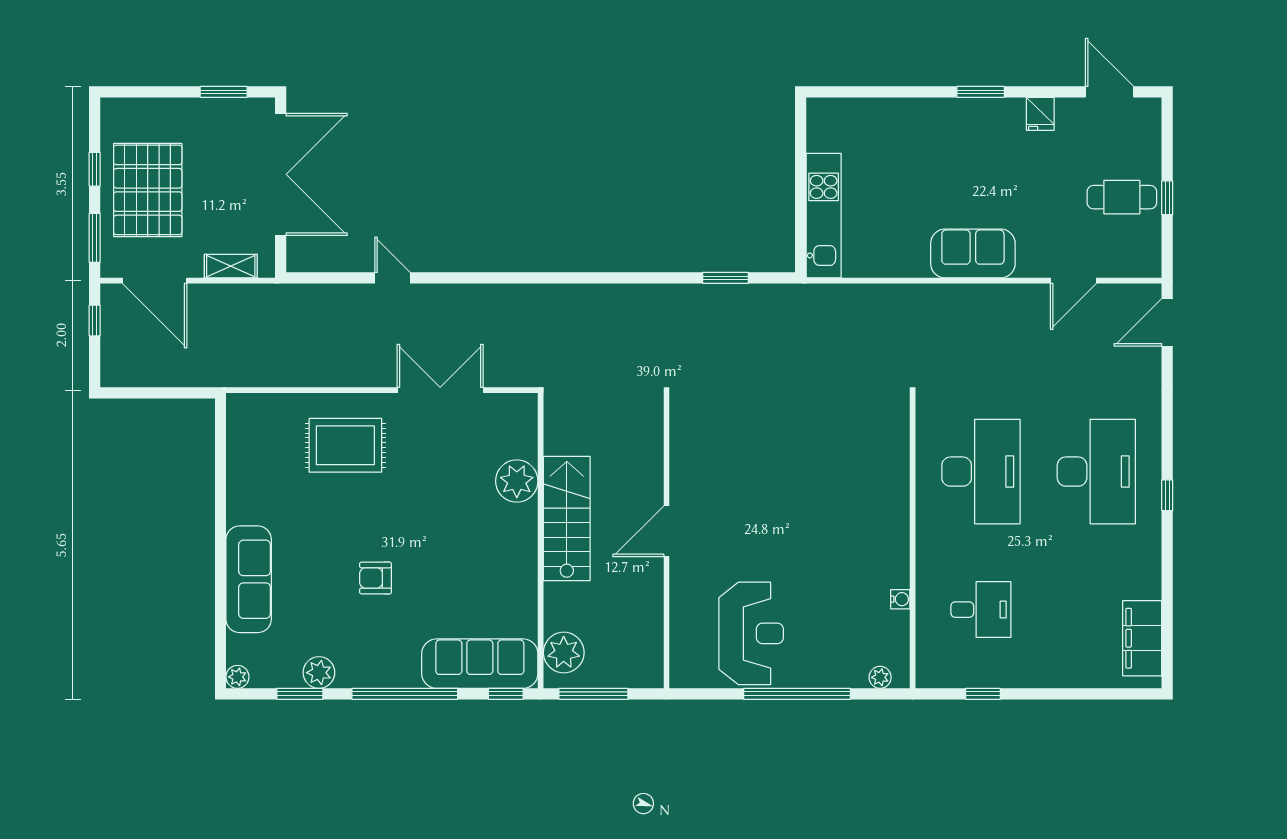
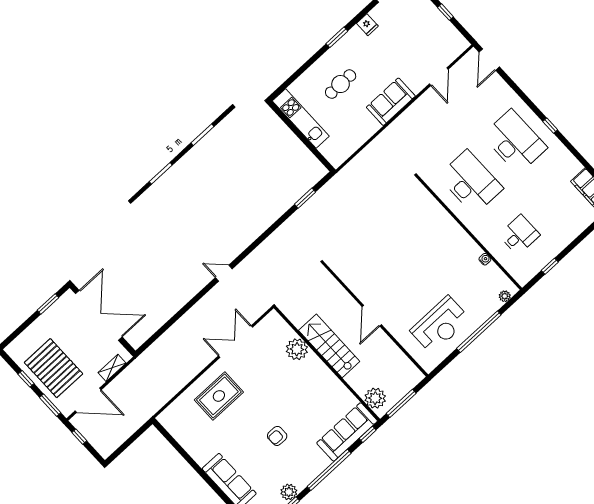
cafe table: (1122, 197) -> (341, 84), moved
kitchen unit: (824, 216) -> (301, 119), moved
door: (392, 278) -> (224, 273), moved
reception desk: (751, 633) -> (440, 325), turned 90

